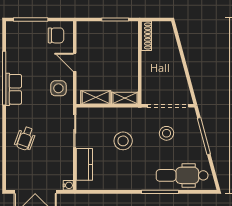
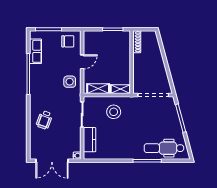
door: (75, 62) -> (82, 62), swing flipped
row of seats: (14, 89) -> (35, 51), moved
stool: (167, 133) -> (152, 116), removed
stool: (123, 141) -> (114, 112), moved

